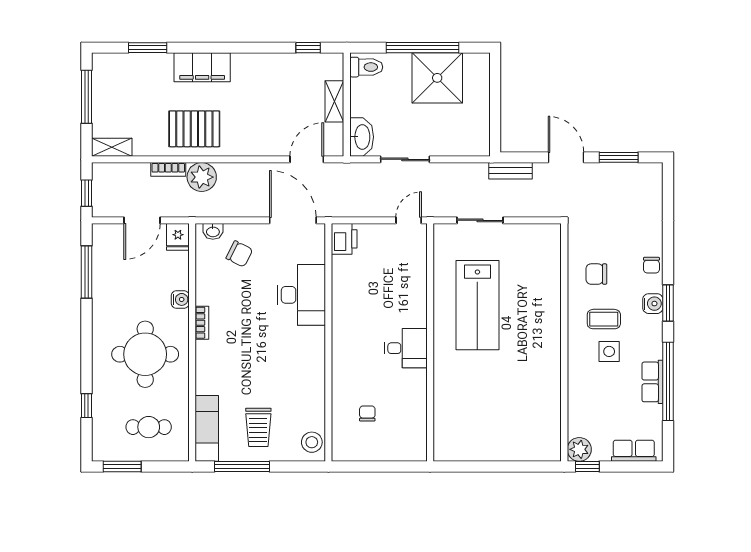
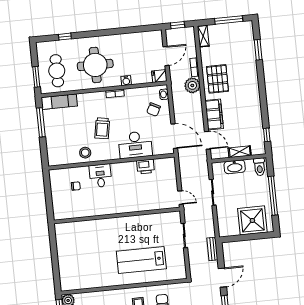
filing cabinet: (202, 67) -> (214, 114), moved, turned 180
shower: (437, 78) -> (252, 220), moved
washbasin: (362, 137) -> (235, 167), moved
door: (142, 220) -> (166, 56), swing flipped
door: (293, 220) -> (174, 136), hinge flipped
printer: (344, 239) -> (146, 167), moved
window: (86, 272) -> (136, 29), removed
lab bench: (477, 305) -> (141, 260), moved
desk: (406, 348) -> (100, 176), moved, turned 180
cafe table: (149, 427) -> (57, 71), width x1.37, depth x1.35
trolley: (258, 427) -> (102, 128), moved, turned -80
stool: (312, 442) -> (85, 153), moved
window: (122, 466) -> (36, 77), moved

